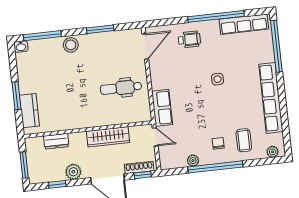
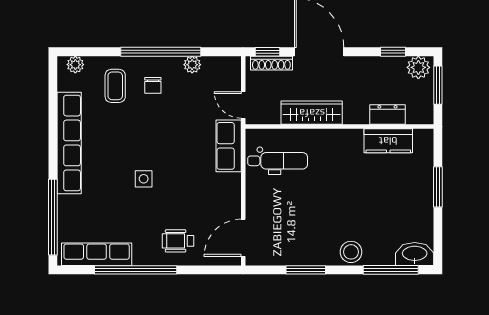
washbasin: (21, 46) -> (415, 254), width x1.91, depth x1.45
dental chair: (121, 88) -> (278, 161), moved
kitchen counter: (29, 111) -> (388, 141), moved, turned -90
plant: (73, 172) -> (418, 67), moved

